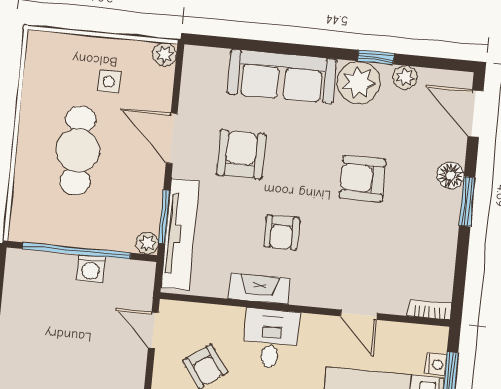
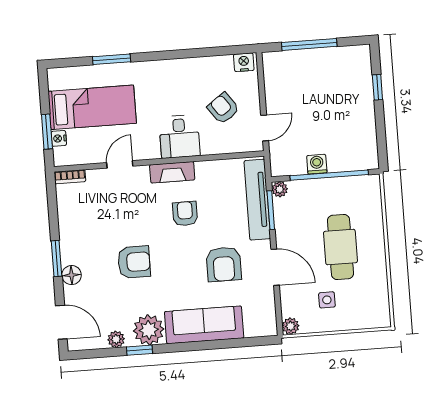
fireplace: (259, 289) -> (172, 172), moved
door: (359, 315) -> (120, 164), hinge flipped
door: (153, 330) -> (265, 128), hinge flipped

